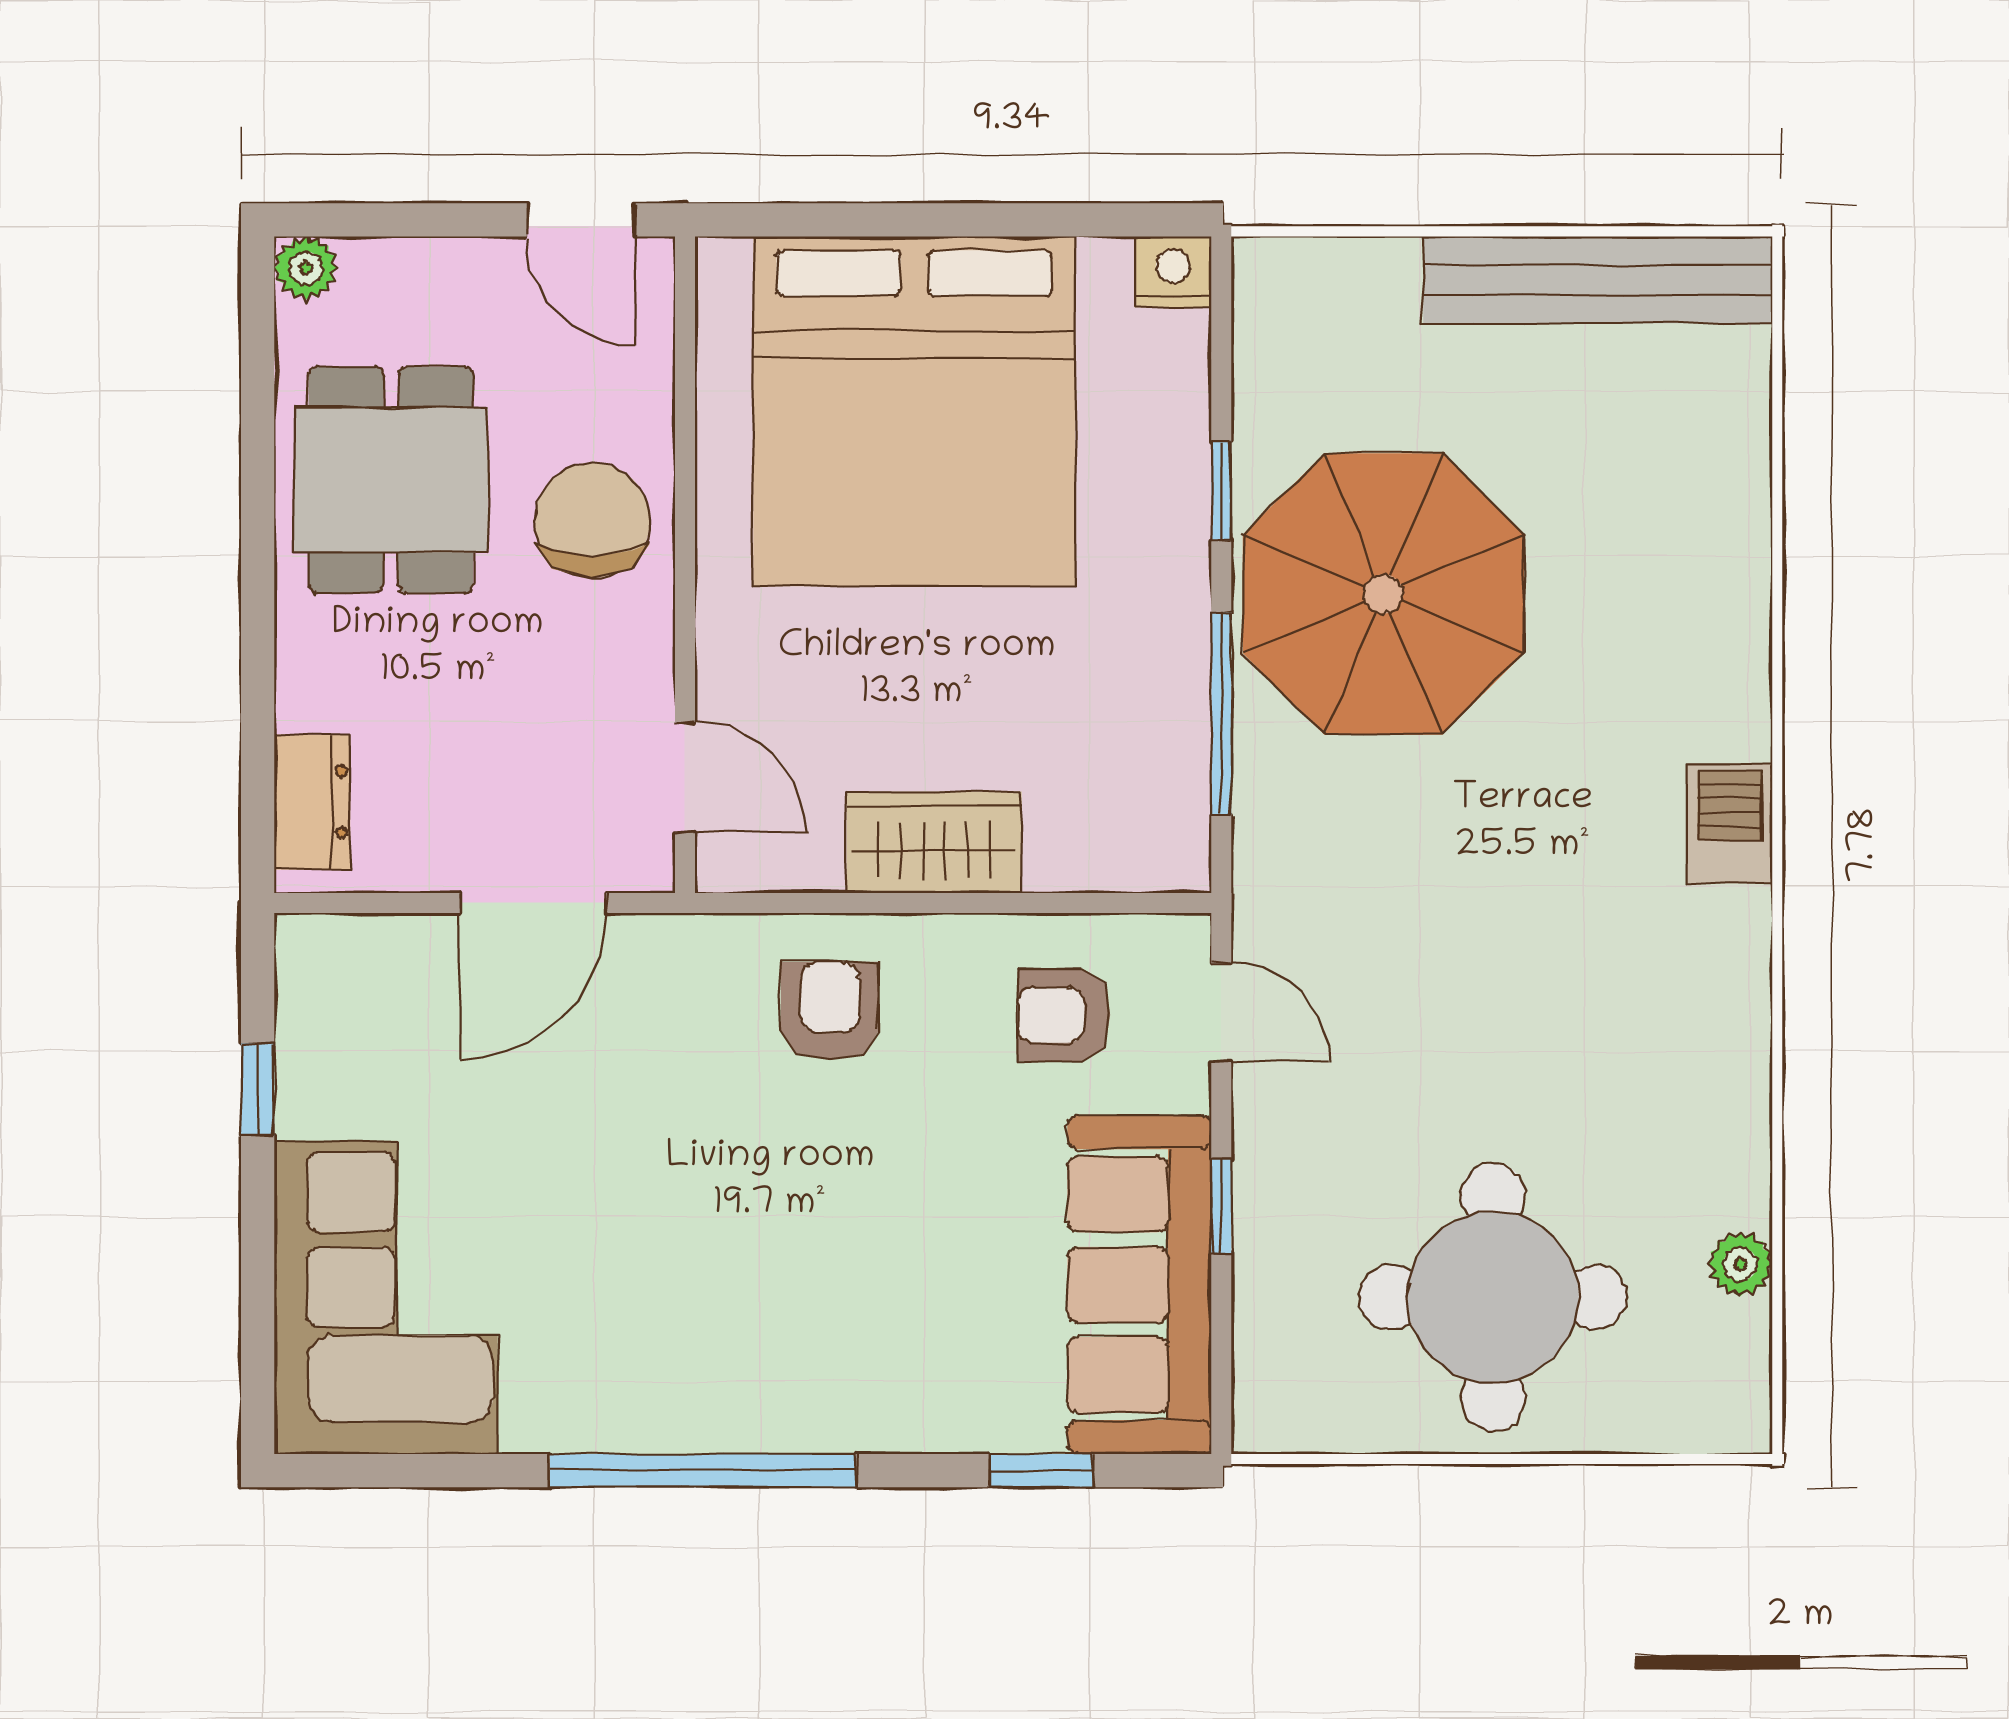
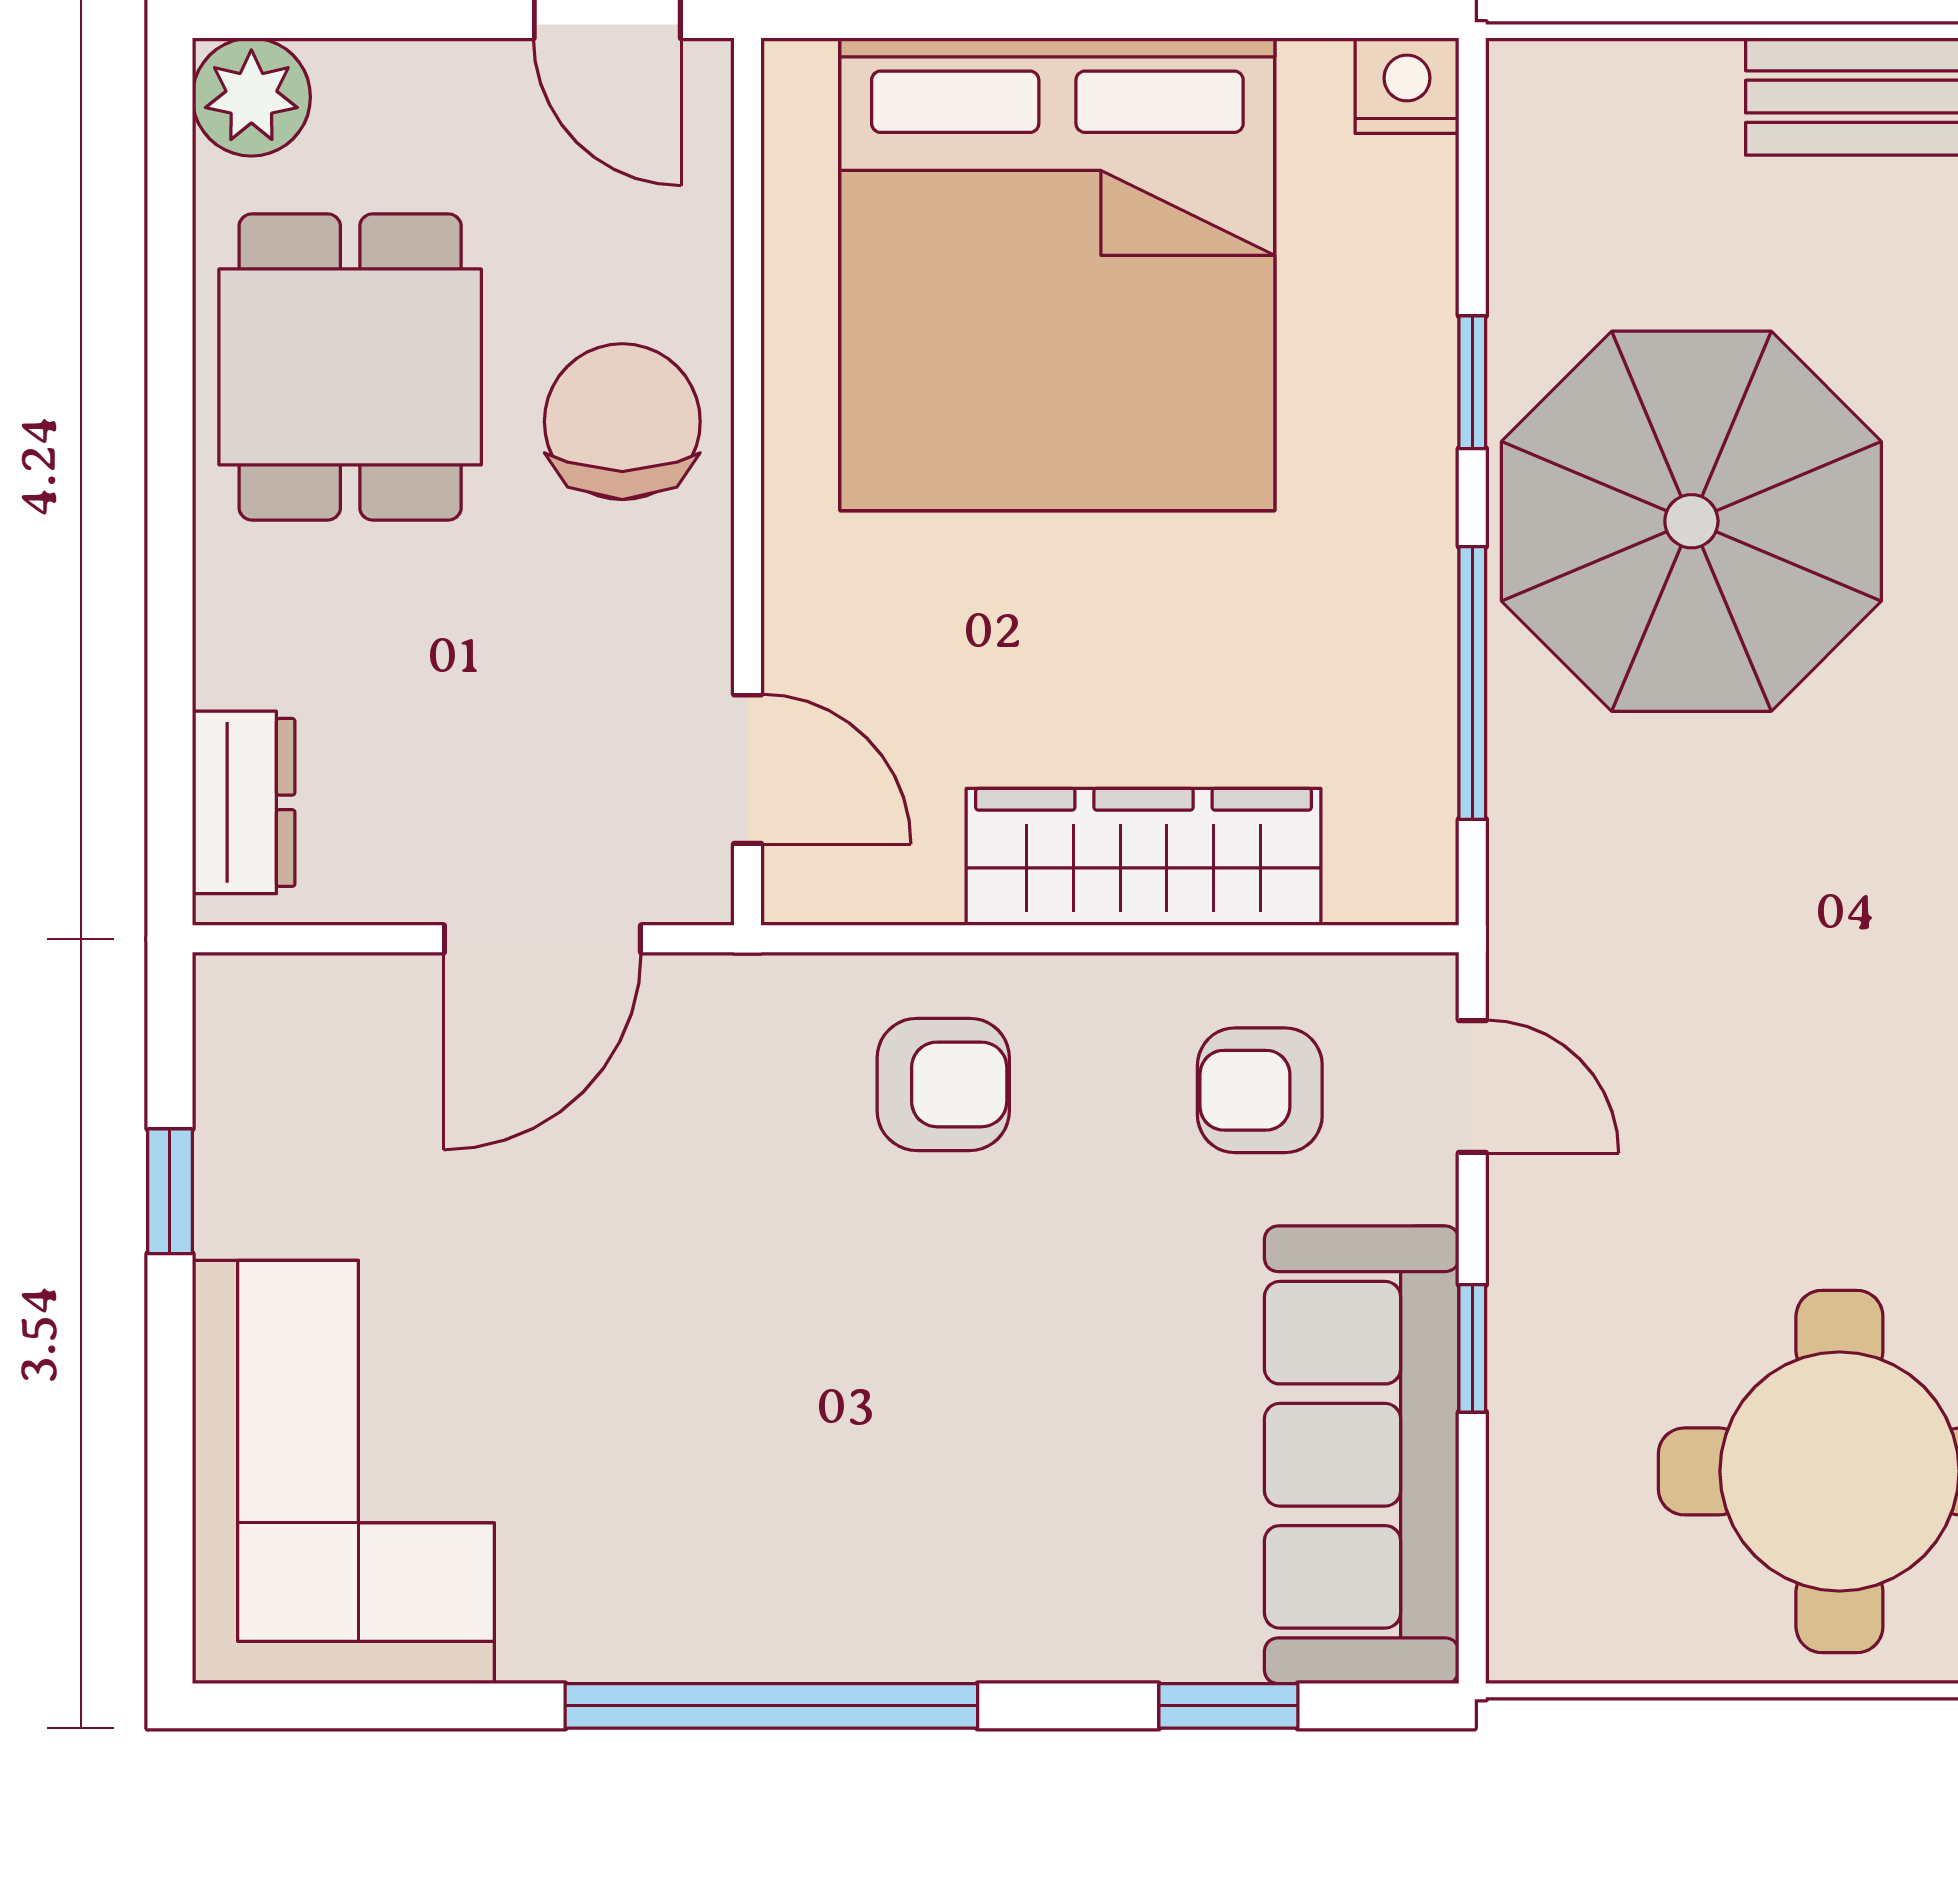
plant: (306, 268) -> (251, 97), width x1.38, depth x1.38
wardrobe: (934, 842) -> (1144, 857), width x1.50
armchair: (830, 1011) -> (943, 1084), turned 90

